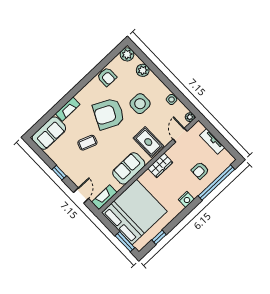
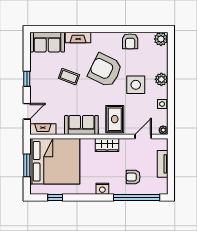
plant: (143, 70) -> (161, 79), moved
window: (125, 242) -> (27, 165), moved

